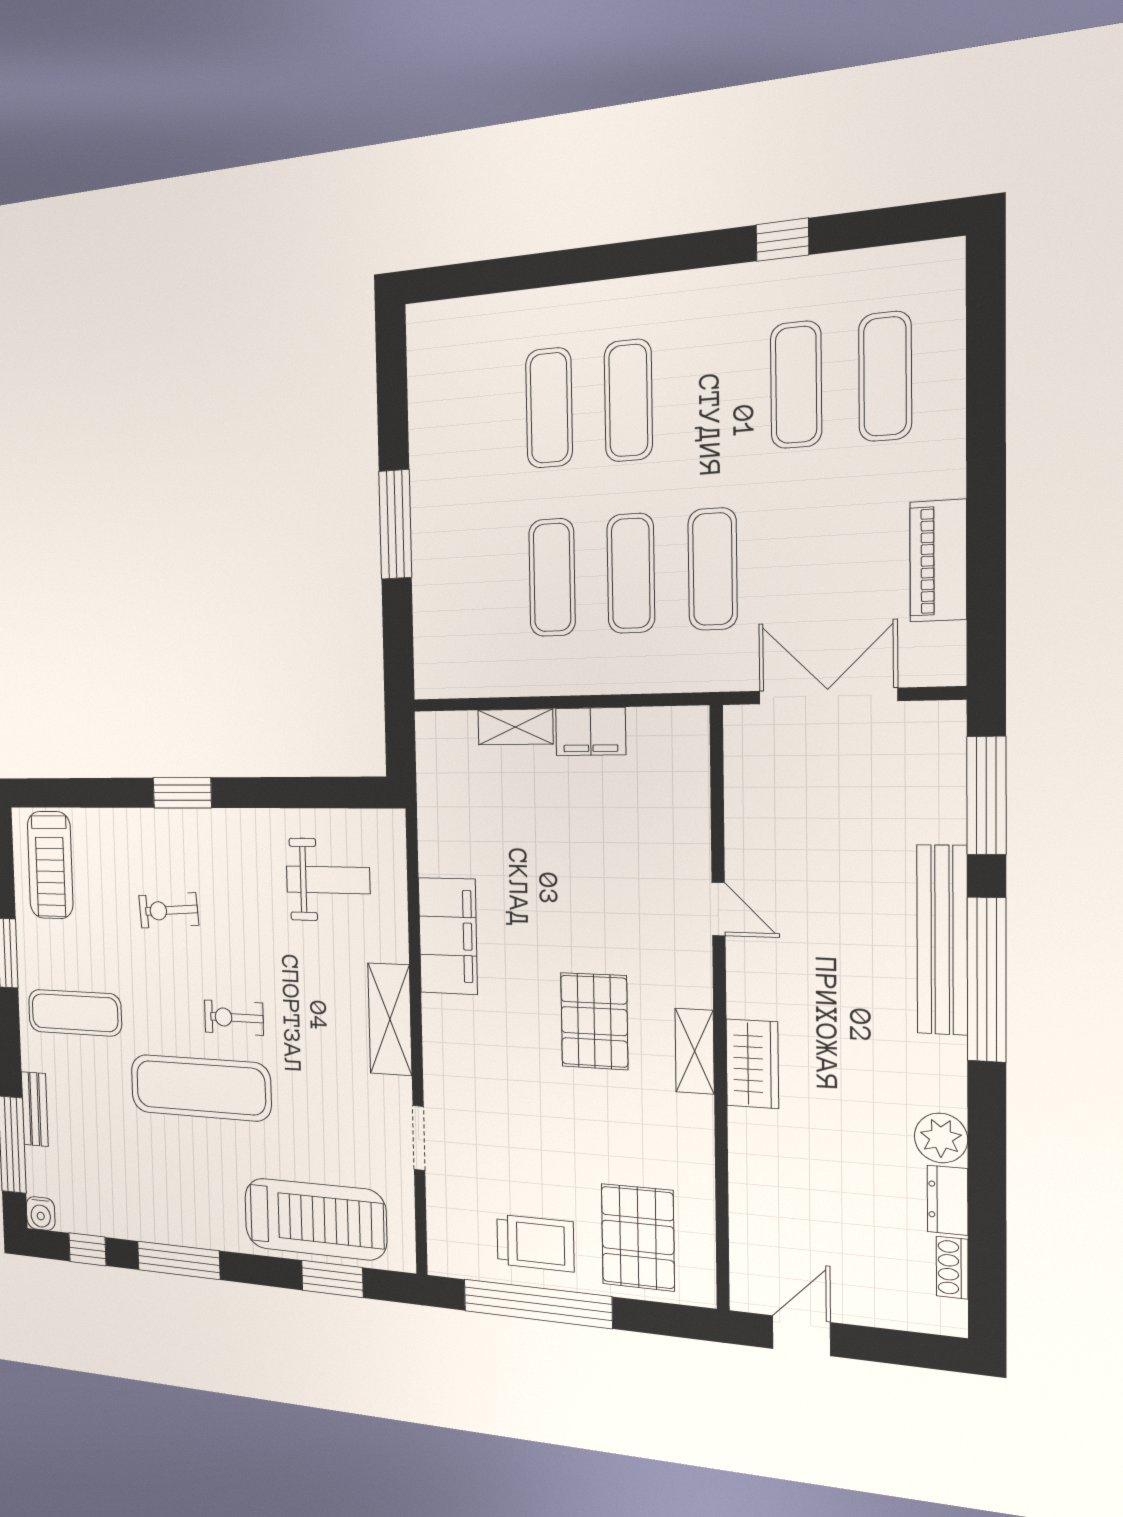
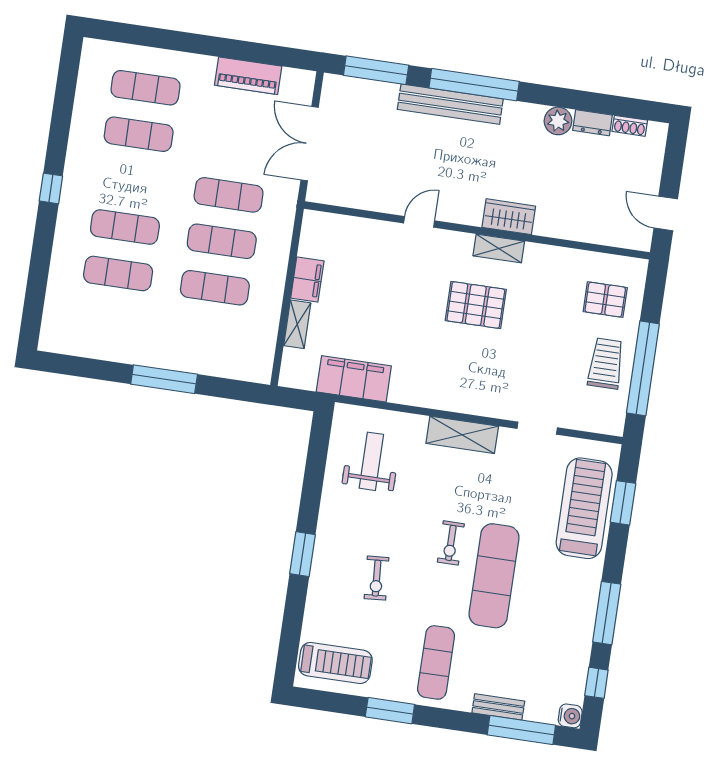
window: (782, 240) -> (51, 188), moved
filing cabinet: (448, 936) -> (354, 379), moved
pallet: (638, 1237) -> (605, 300), width x0.67, depth x0.71

